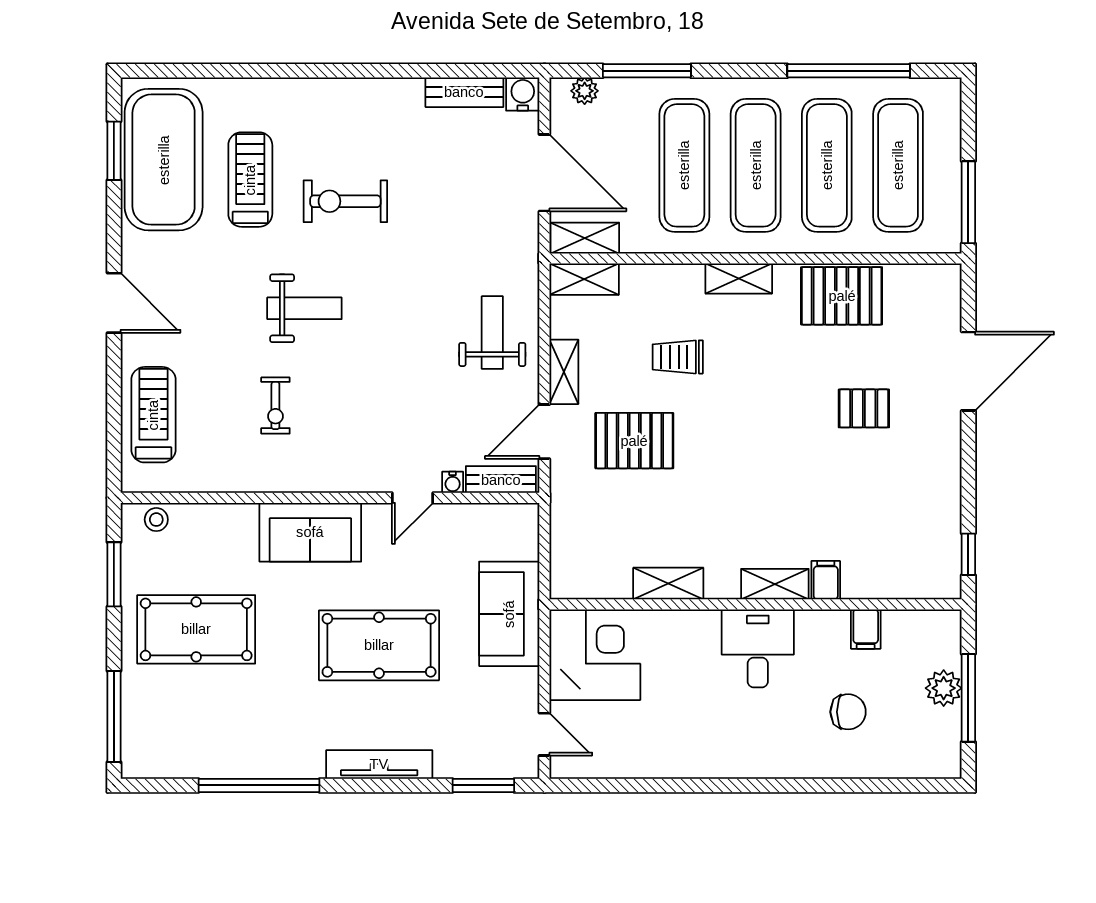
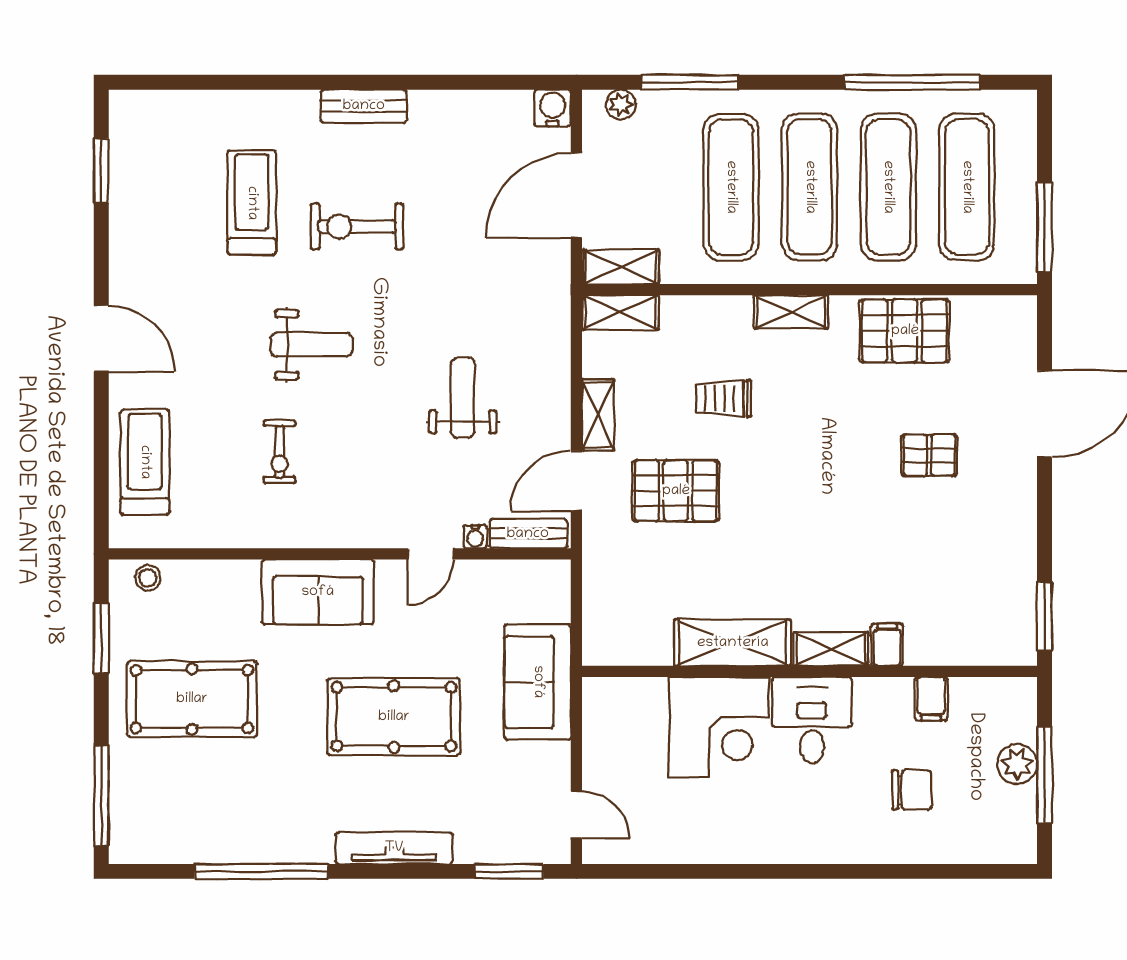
bench: (464, 92) -> (364, 106), moved
exercise mat: (164, 160) -> (156, 180), removed
door: (544, 173) -> (576, 195), swing flipped
weight bench: (492, 333) -> (463, 398), moved
window: (968, 554) -> (1044, 616), width x1.50
shelving: (668, 584) -> (733, 643), width x1.50, depth x1.33
corner desk: (595, 655) -> (719, 727), moved, turned 90

